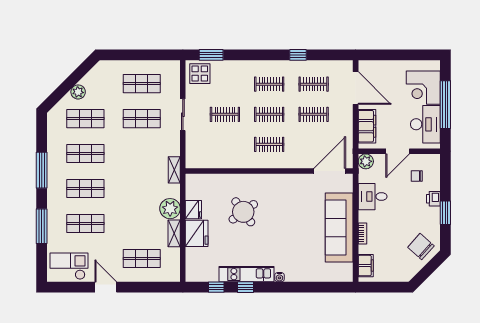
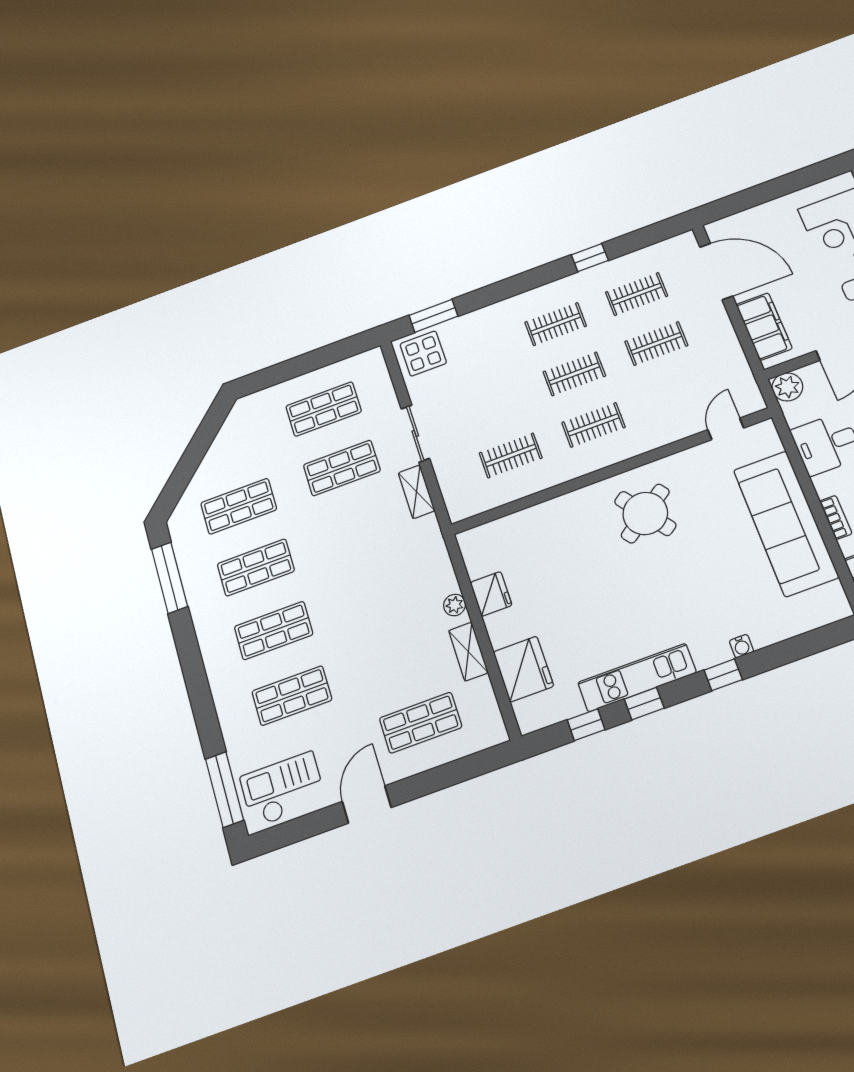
plant: (78, 92) -> (212, 466), removed
clothes rail: (225, 114) -> (511, 455), moved
window: (42, 170) -> (170, 578), moved
shelving: (174, 170) -> (417, 492), moved
door: (330, 171) -> (726, 429), width x0.53
plant: (170, 209) -> (455, 605), width x0.53, depth x0.53
round table: (243, 212) -> (645, 513), moved
window: (42, 226) -> (224, 789), moved
fridge: (197, 233) -> (523, 669), moved
water cooler: (279, 277) -> (741, 646), moved
door: (106, 287) -> (367, 805), hinge flipped
window: (285, 287) -> (723, 675), added

